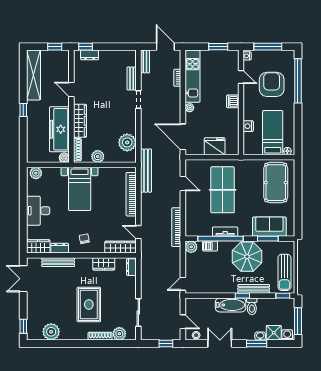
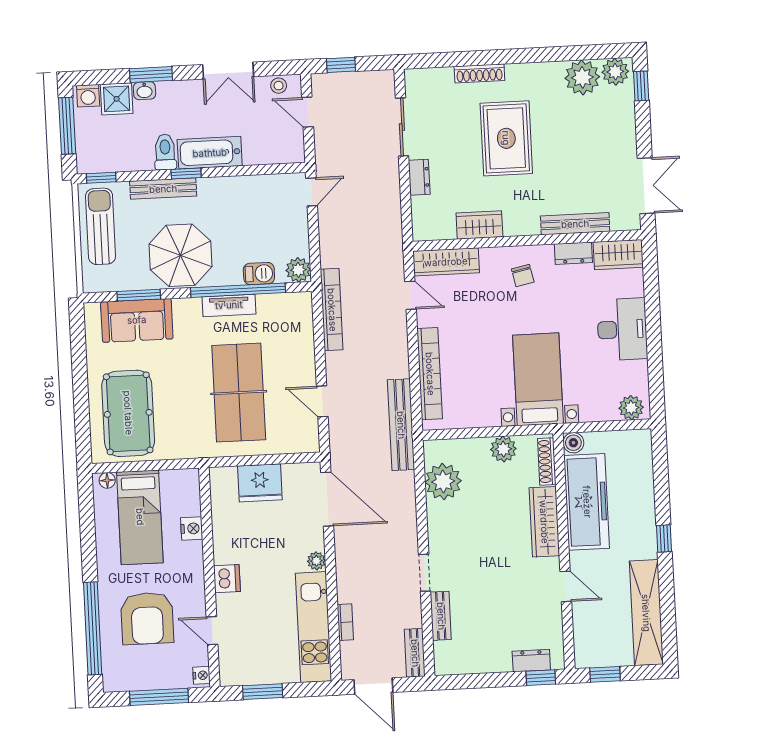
dresser: (131, 267) -> (419, 177), moved
plant: (119, 334) -> (615, 72), moved

